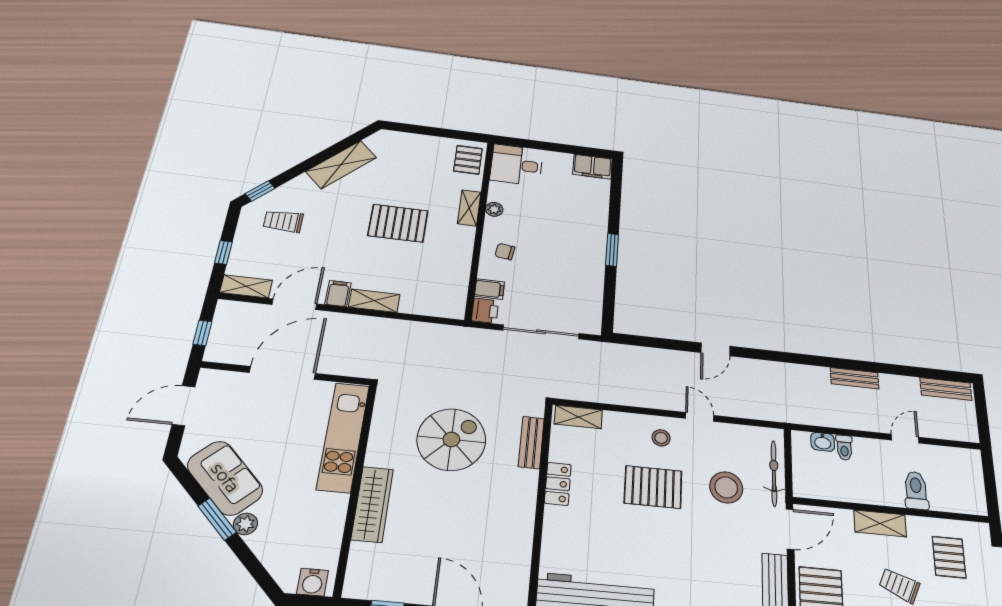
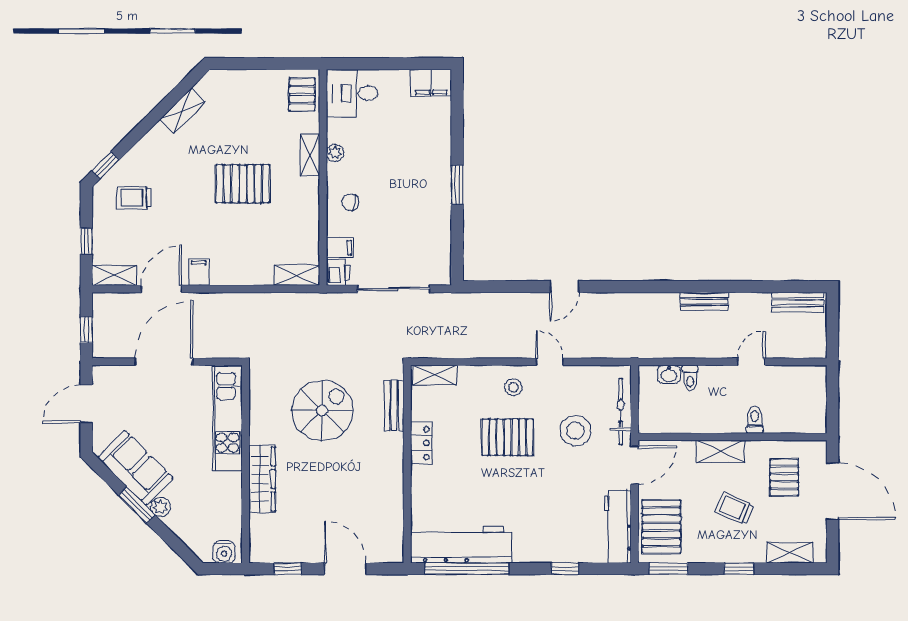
shelving: (341, 164) -> (183, 110), width x0.67, depth x0.75
shelving: (374, 301) -> (297, 275), moved
toilet: (916, 490) -> (755, 420), width x0.73, depth x0.72

